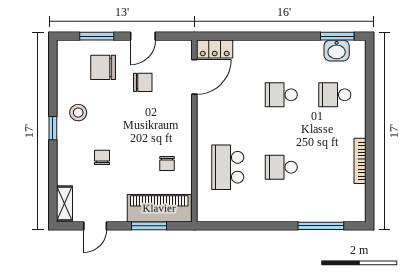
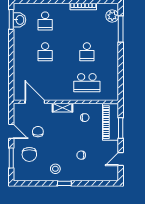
locker: (215, 49) -> (19, 90), removed
shelving: (65, 204) -> (62, 108), moved
plant: (343, 211) -> (112, 16), added
door: (95, 226) -> (121, 159), swing flipped

